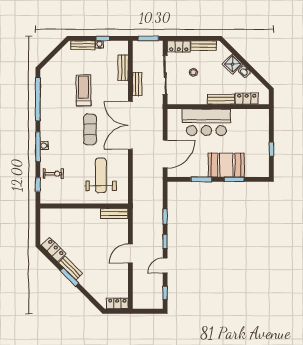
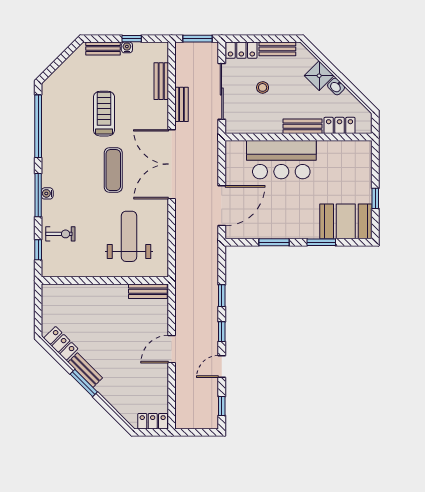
booth: (226, 165) -> (346, 221), moved

